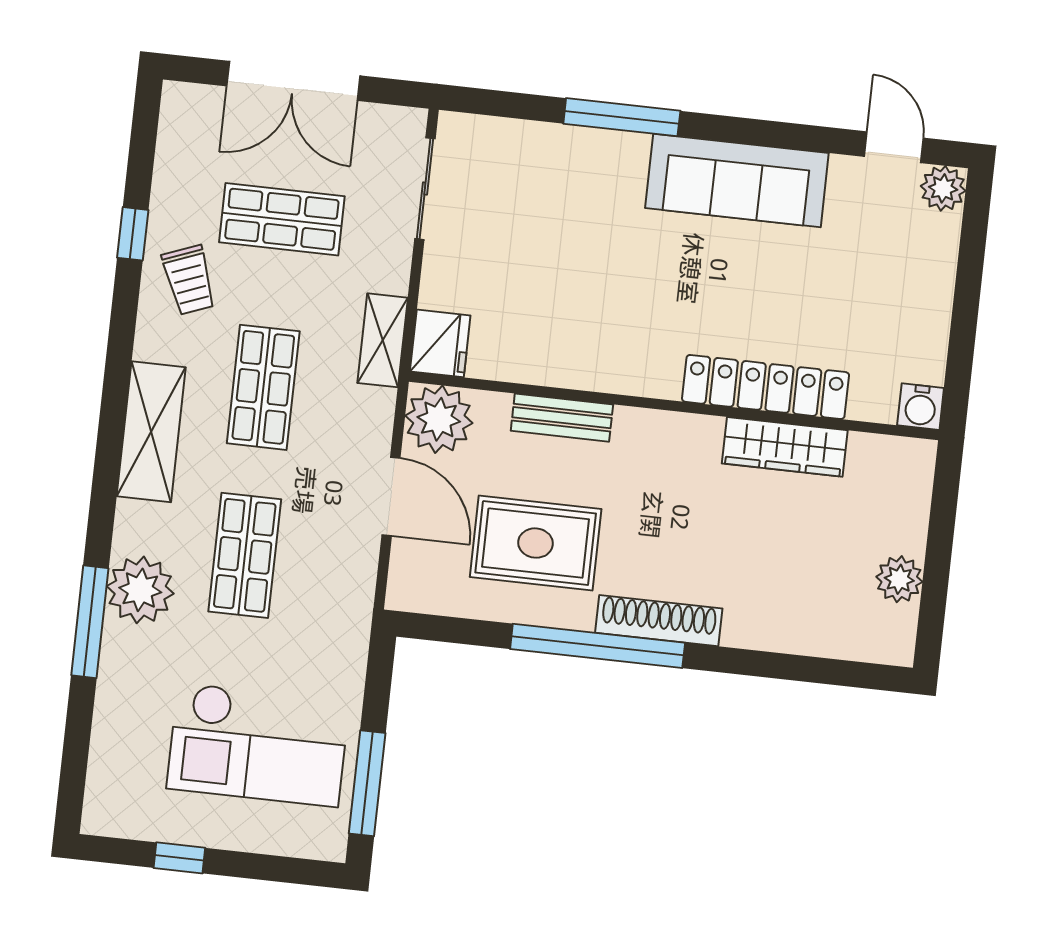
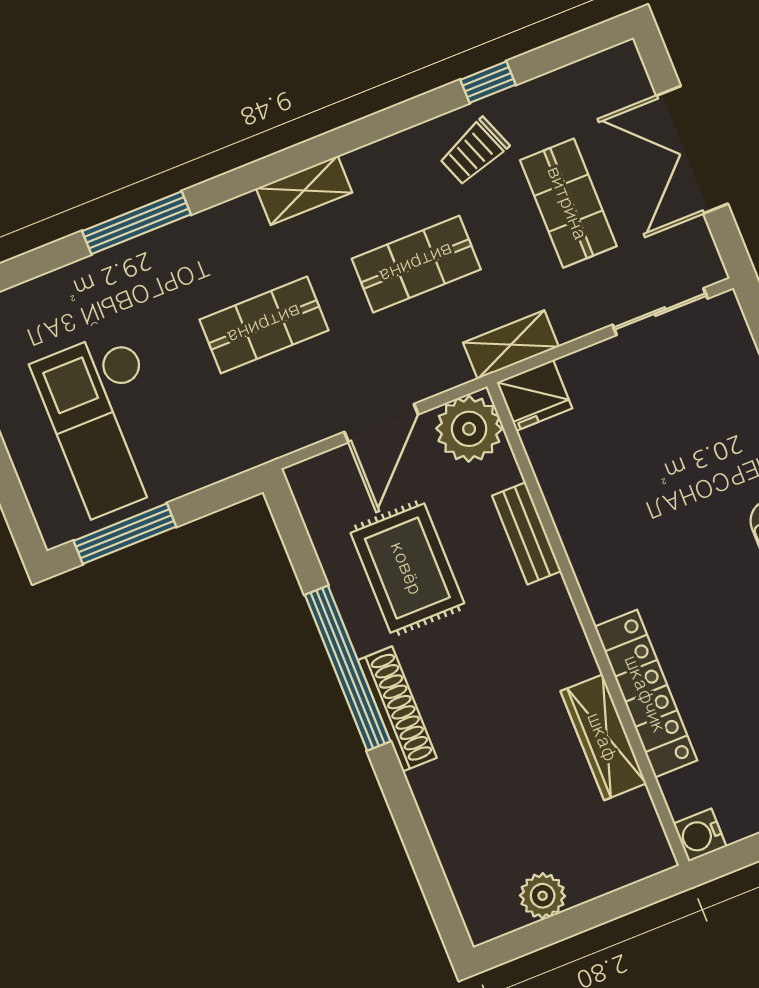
shelving: (151, 432) -> (304, 190), width x0.67, depth x0.75
plant: (140, 590) -> (187, 251), removed

